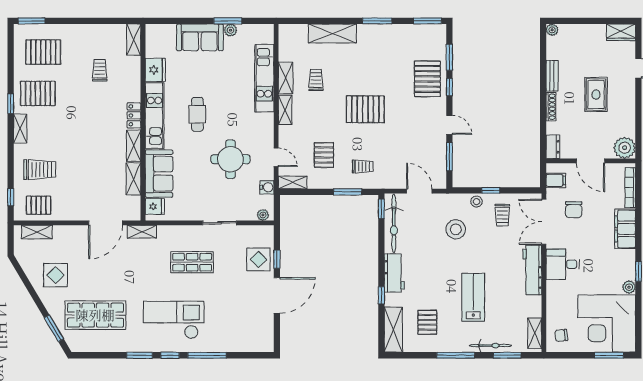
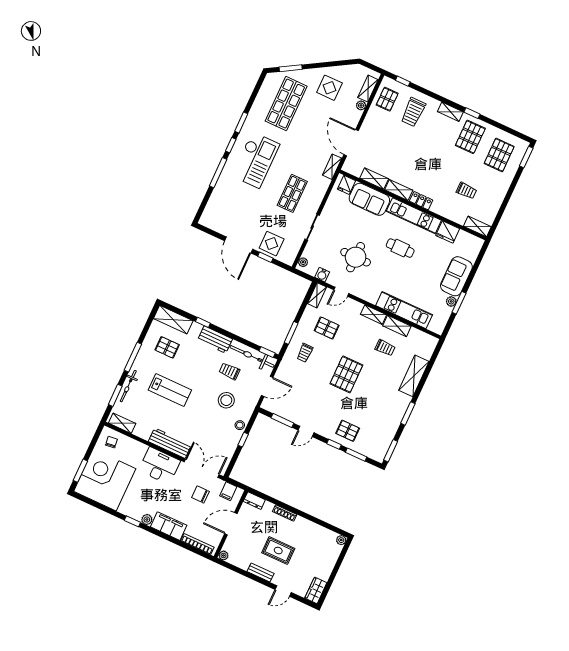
bench: (552, 76) -> (261, 572), moved
pallet: (427, 79) -> (348, 431), width x0.67, depth x0.71
plant: (625, 148) -> (223, 555), width x0.53, depth x0.53
trolley: (502, 215) -> (229, 371), moved
plant: (59, 231) -> (361, 105), added
desk: (563, 264) -> (159, 466), width x1.37
plant: (629, 287) -> (147, 520), moved

